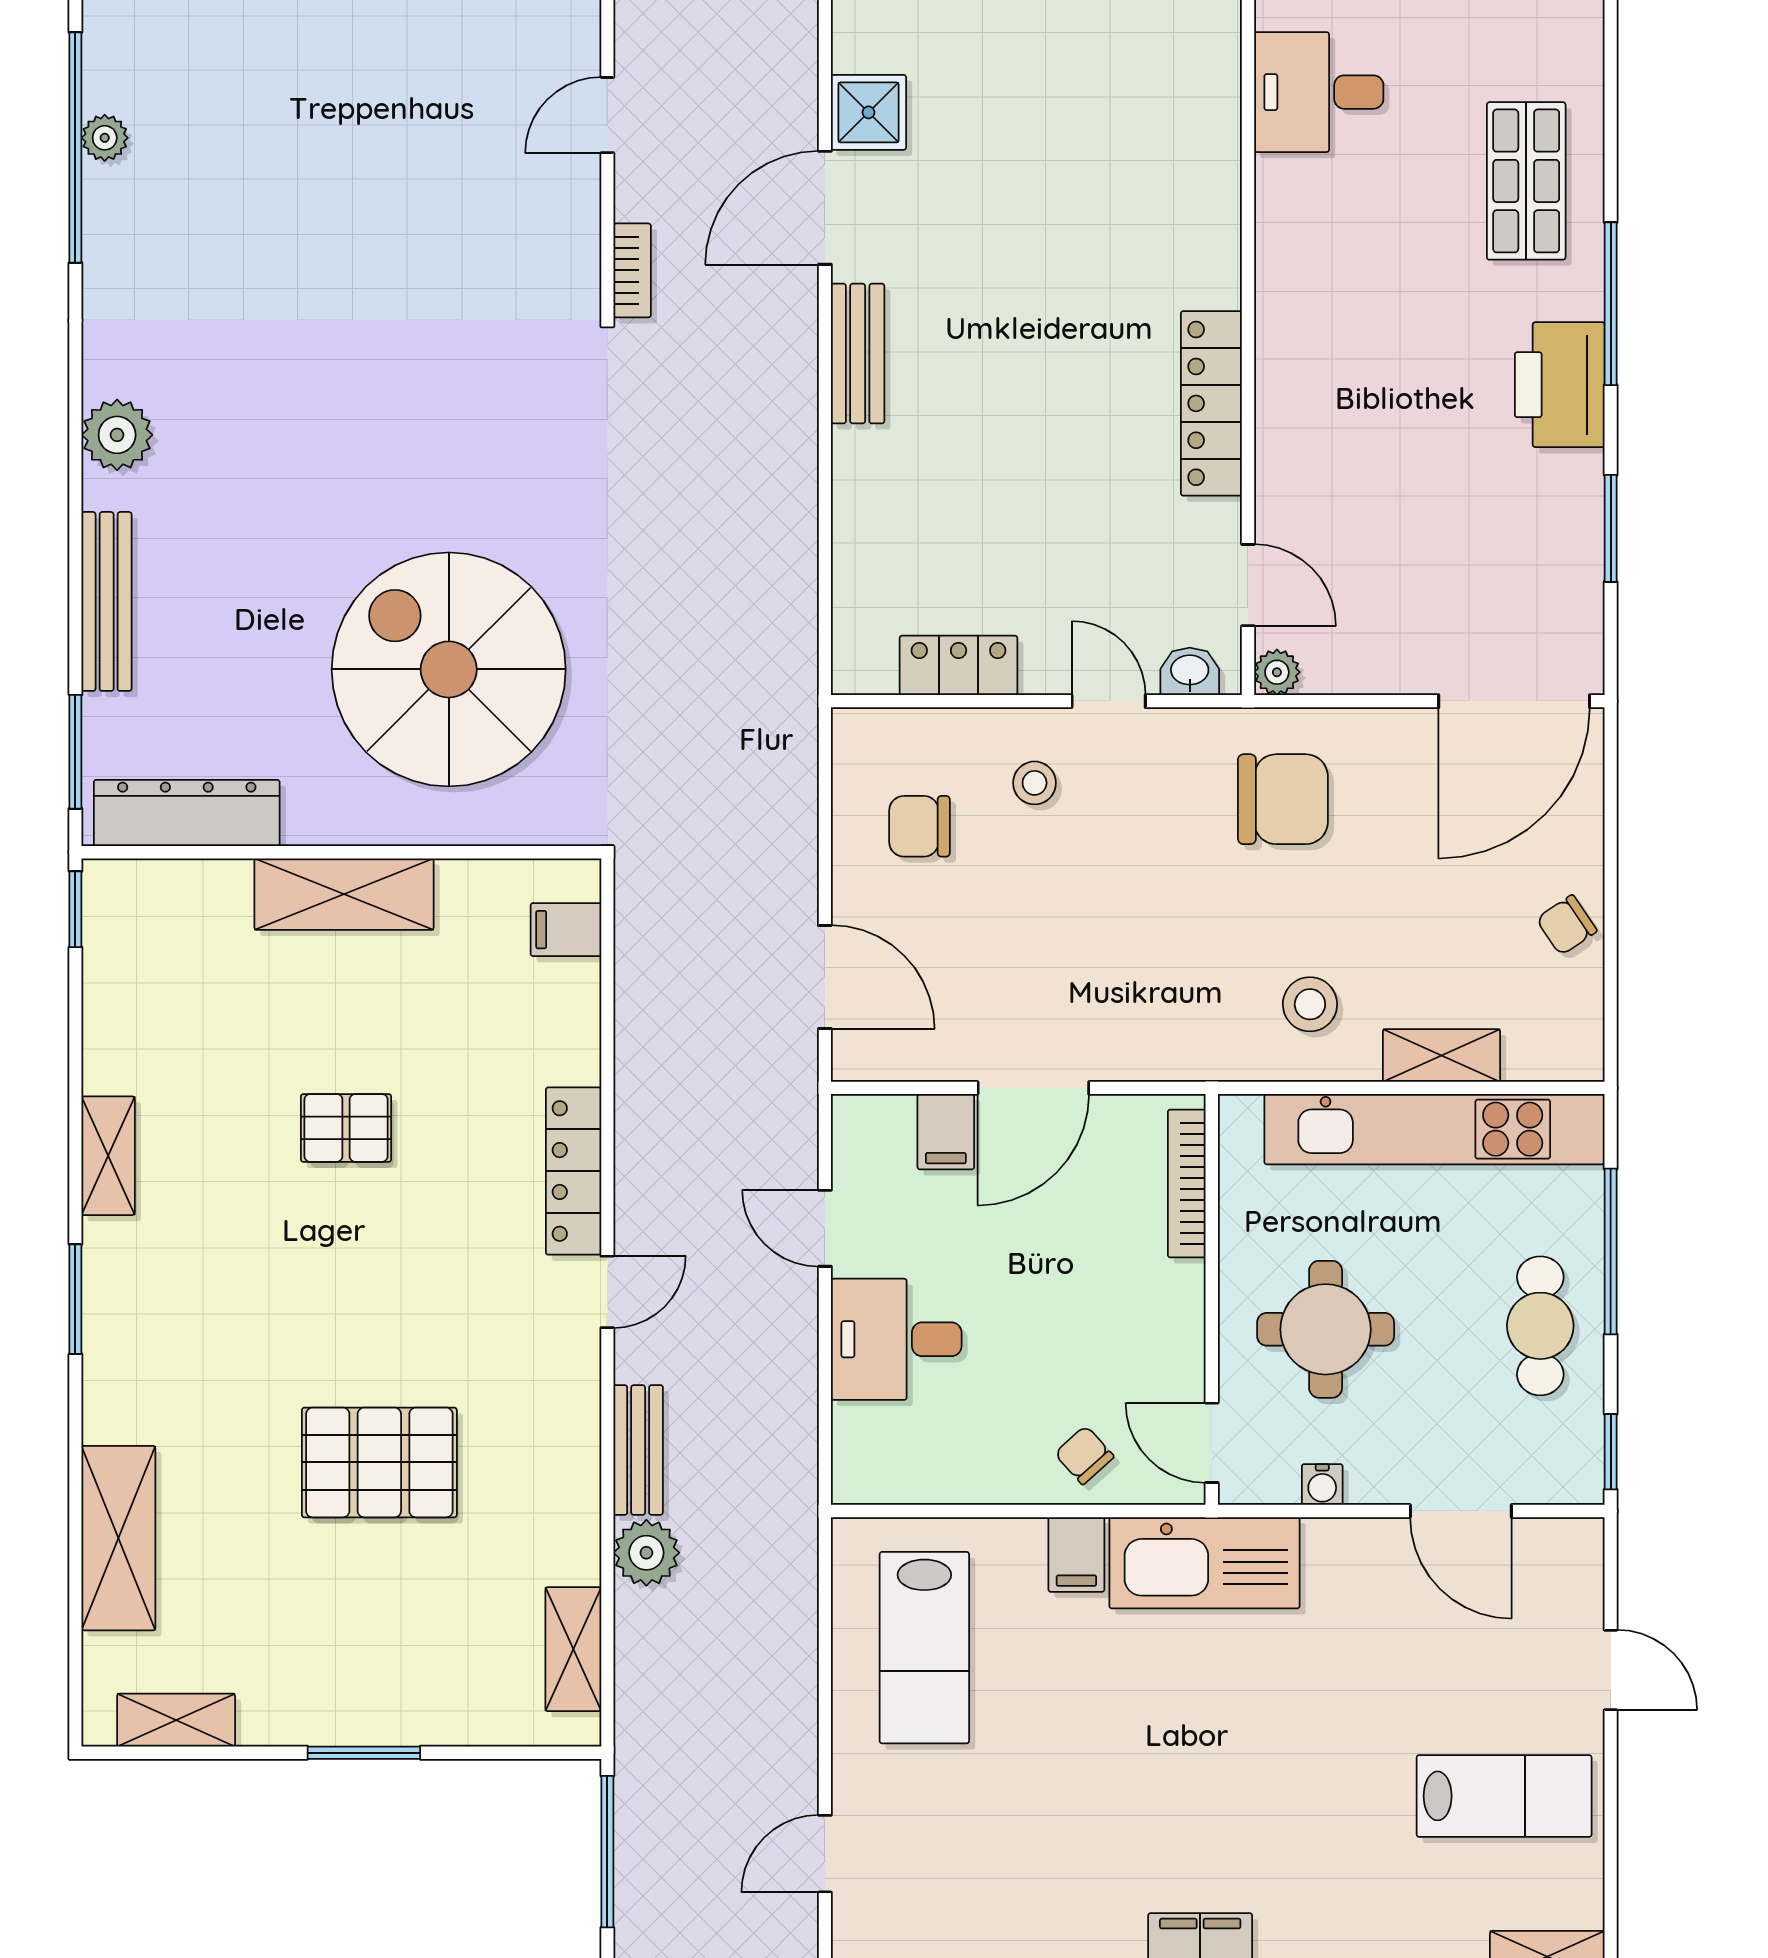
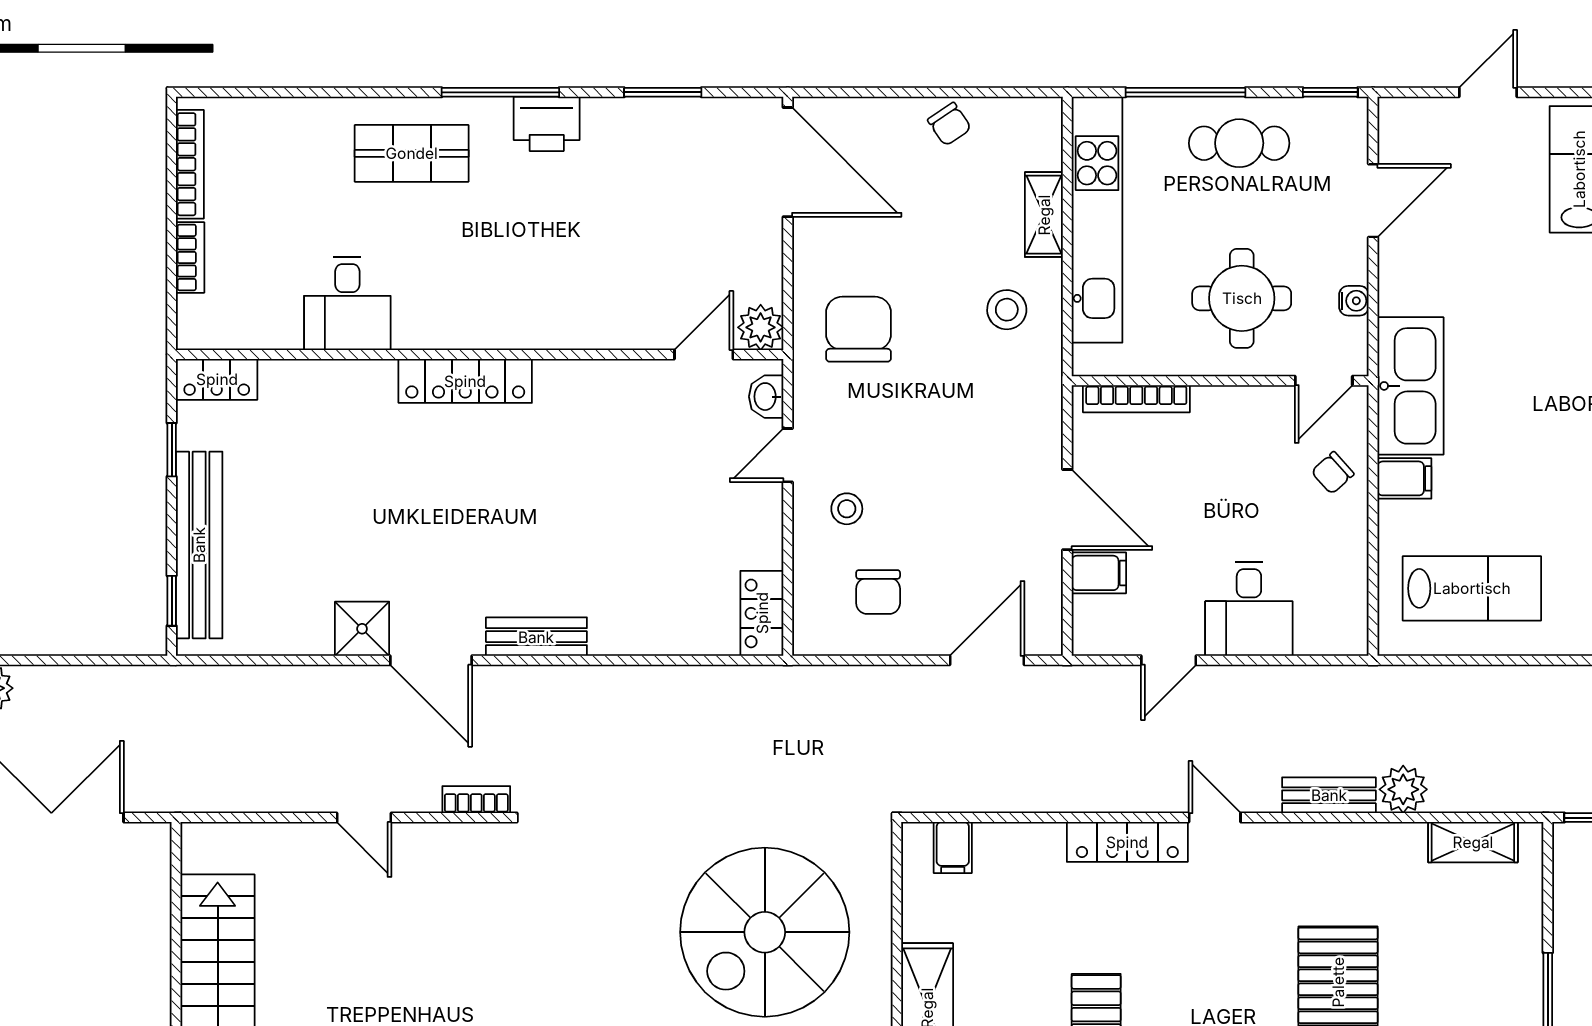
printer: (1560, 385) -> (547, 124), width x0.73, depth x0.84
locker: (1211, 403) -> (465, 381), moved
locker: (959, 665) -> (762, 613), moved
plant: (1277, 672) -> (761, 327), width x1.38, depth x1.38

